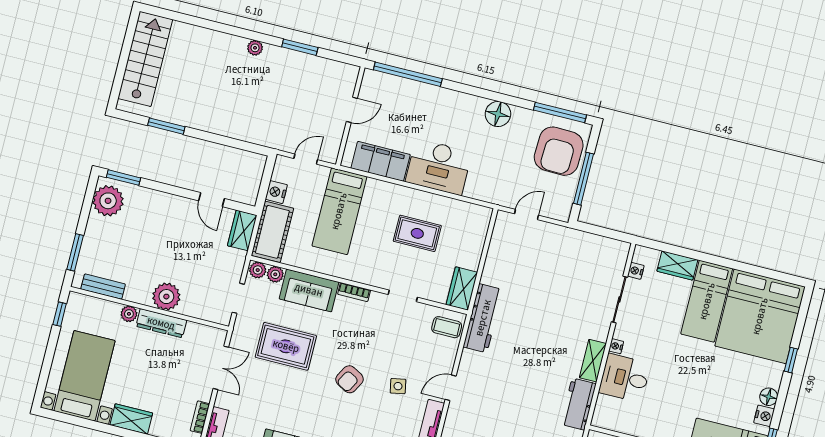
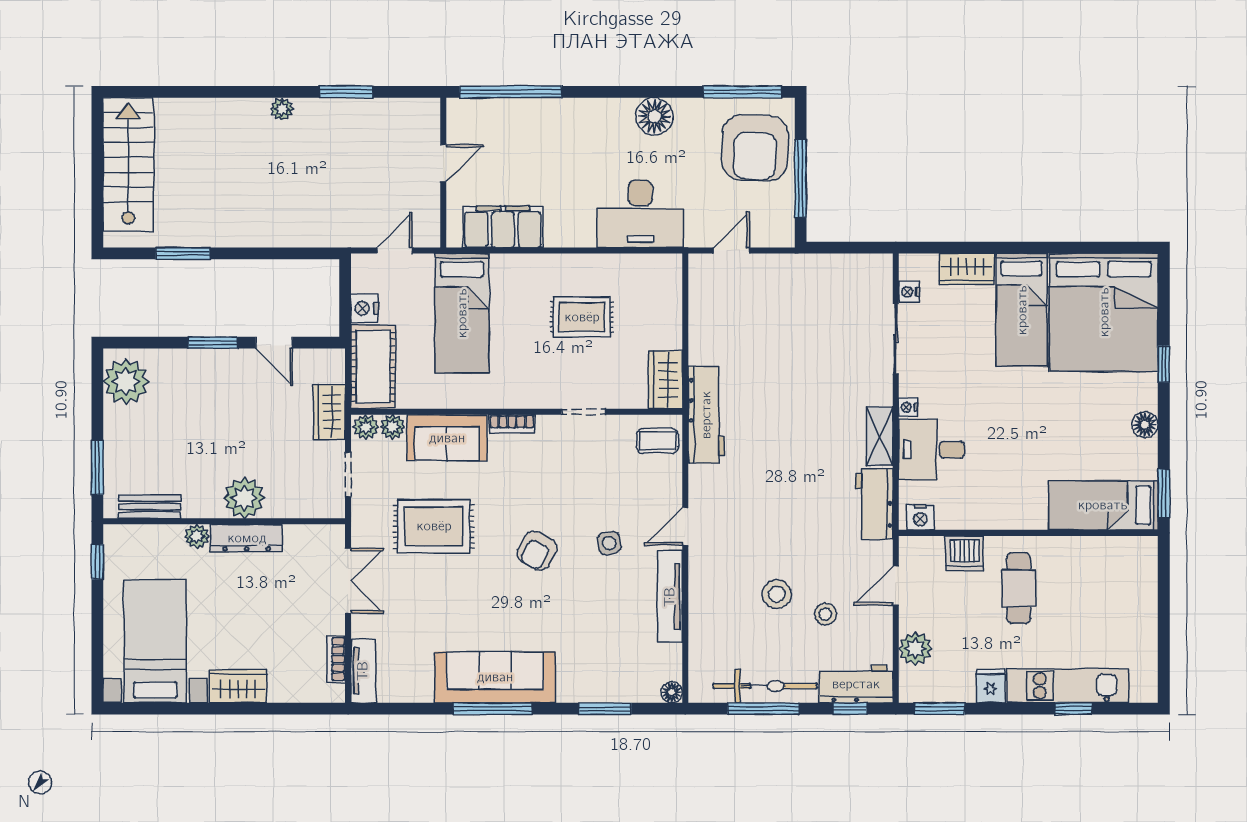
desk: (439, 167) -> (640, 214), moved
window: (123, 178) -> (213, 343), moved
wardrobe: (242, 230) -> (329, 412), moved
nightstand: (764, 416) -> (920, 517), moved, turned 90

